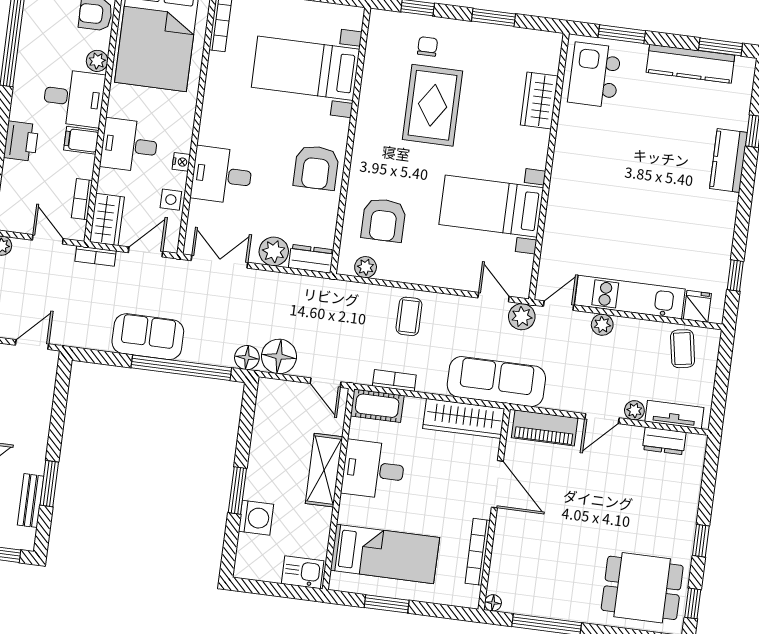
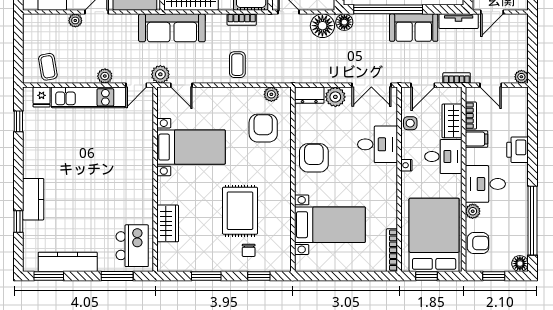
filing cabinet: (81, 140) -> (476, 139), moved
nightstand: (181, 162) -> (406, 165), moved
wardrobe: (107, 219) -> (452, 121), moved
tv unit: (674, 414) -> (459, 21), moved

